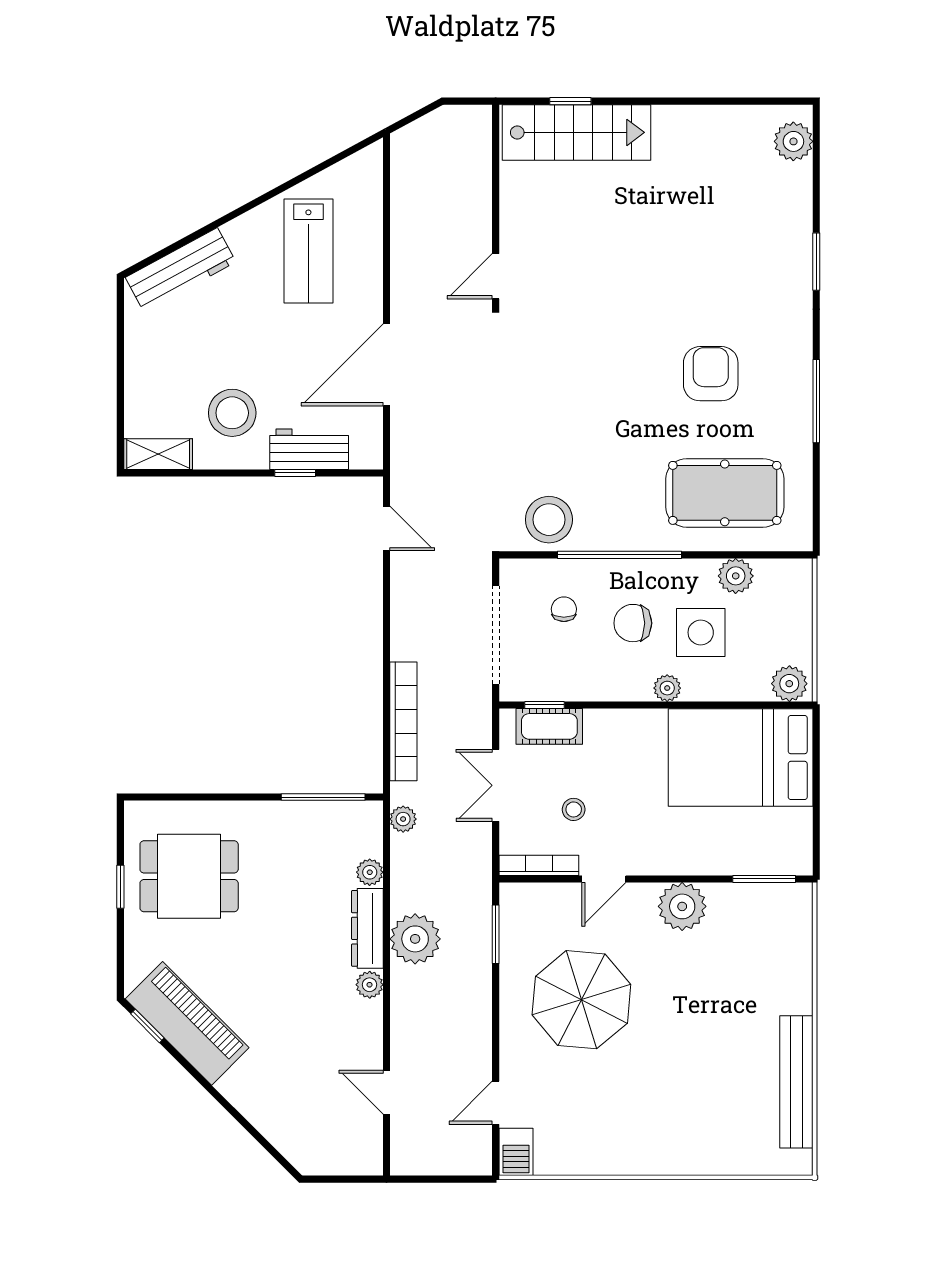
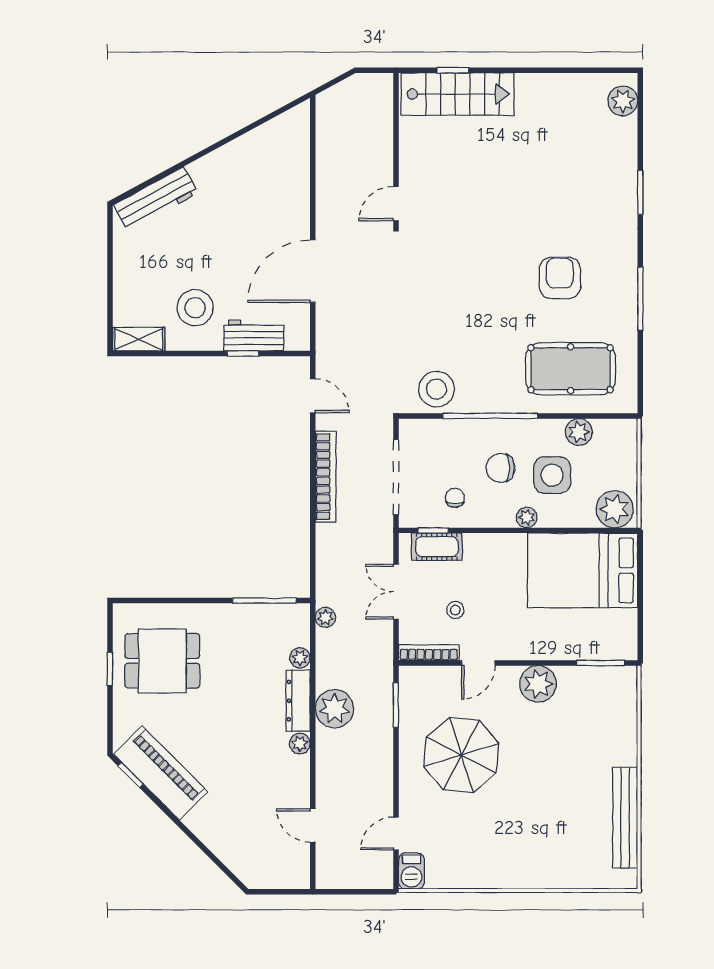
lab bench: (308, 251) -> (253, 184), removed
chair: (564, 609) -> (455, 498), moved
plant: (789, 684) -> (615, 509), width x1.36, depth x1.36
bookcase: (403, 721) -> (326, 477), moved

